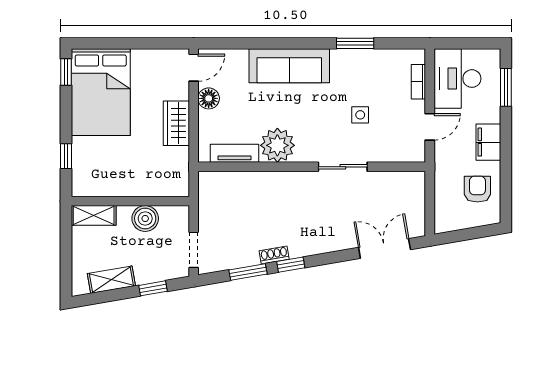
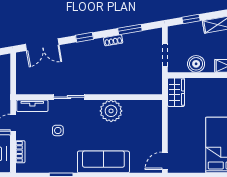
floor lamp: (209, 98) -> (155, 141), removed
wardrobe: (176, 123) -> (176, 92), moved
tv unit: (234, 153) -> (32, 106), moved
doorway: (194, 250) -> (165, 55), moved
window: (291, 265) -> (84, 37), moved

